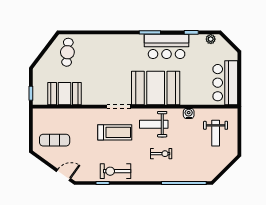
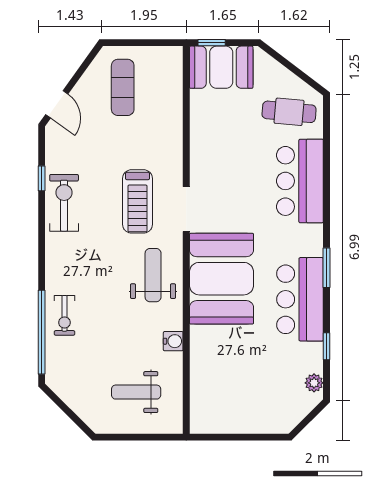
bar counter: (225, 83) -> (300, 181), moved, turned -90
booth: (65, 94) -> (221, 67), moved, turned 90
exercise bike: (161, 154) -> (64, 315), moved

